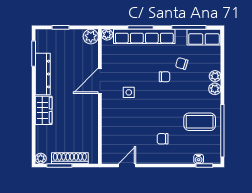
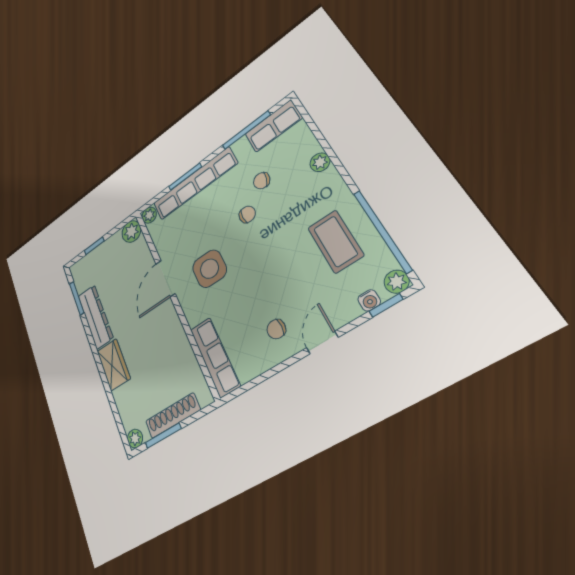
plant: (215, 89) -> (397, 282), moved
side table: (129, 92) -> (209, 269), width x1.87, depth x1.87
coffee table: (200, 122) -> (335, 241), turned 90
chair: (163, 139) -> (276, 329), moved
row of seats: (109, 141) -> (215, 357), added
door: (127, 165) -> (322, 343), moved

